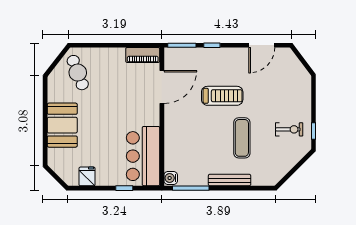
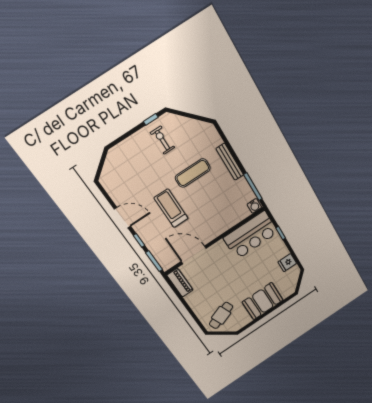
door: (262, 45) -> (122, 218), moved

